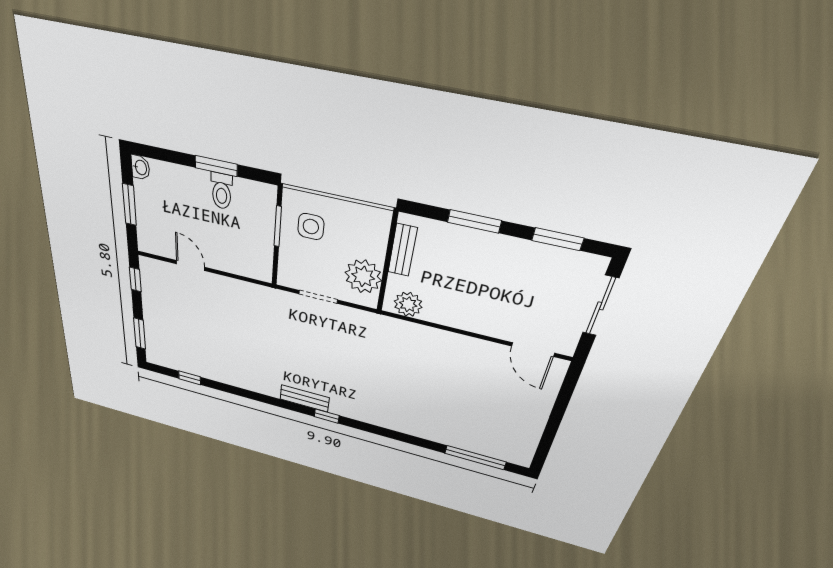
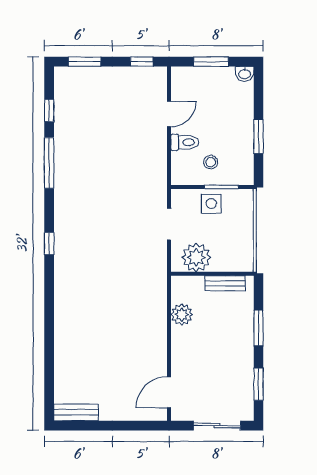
toilet: (222, 191) -> (185, 142), moved, turned 180
side table: (311, 227) -> (211, 204), moved
stool: (247, 232) -> (211, 162), added
plant: (408, 304) -> (182, 314), moved
bench: (304, 398) -> (76, 412), moved, turned 90
window: (475, 458) -> (49, 163), moved

